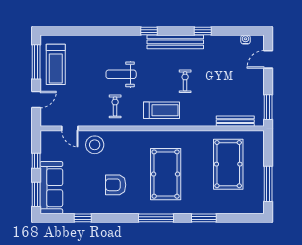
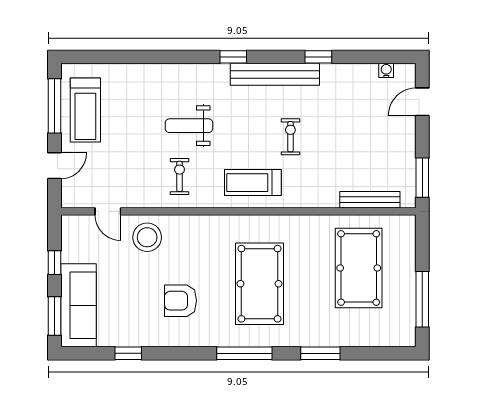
treadmill: (161, 110) -> (253, 183), turned 180

